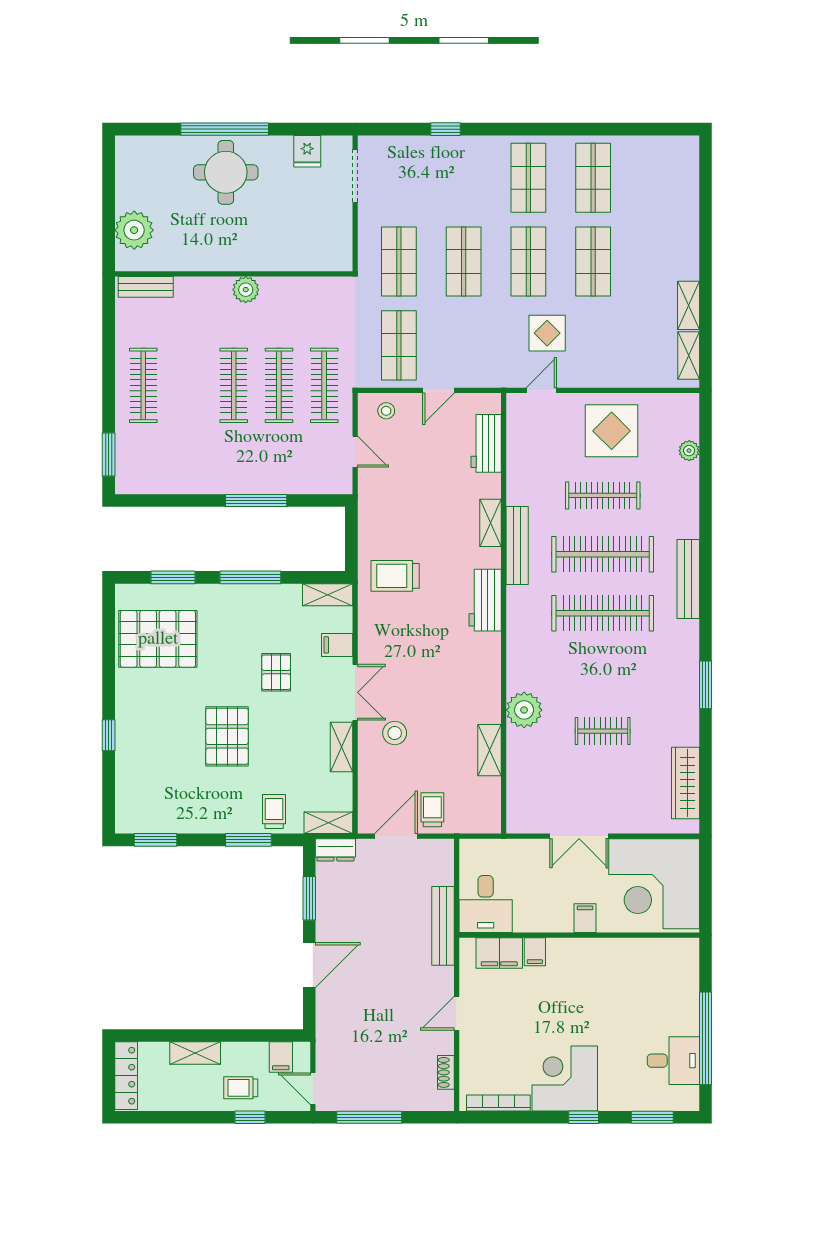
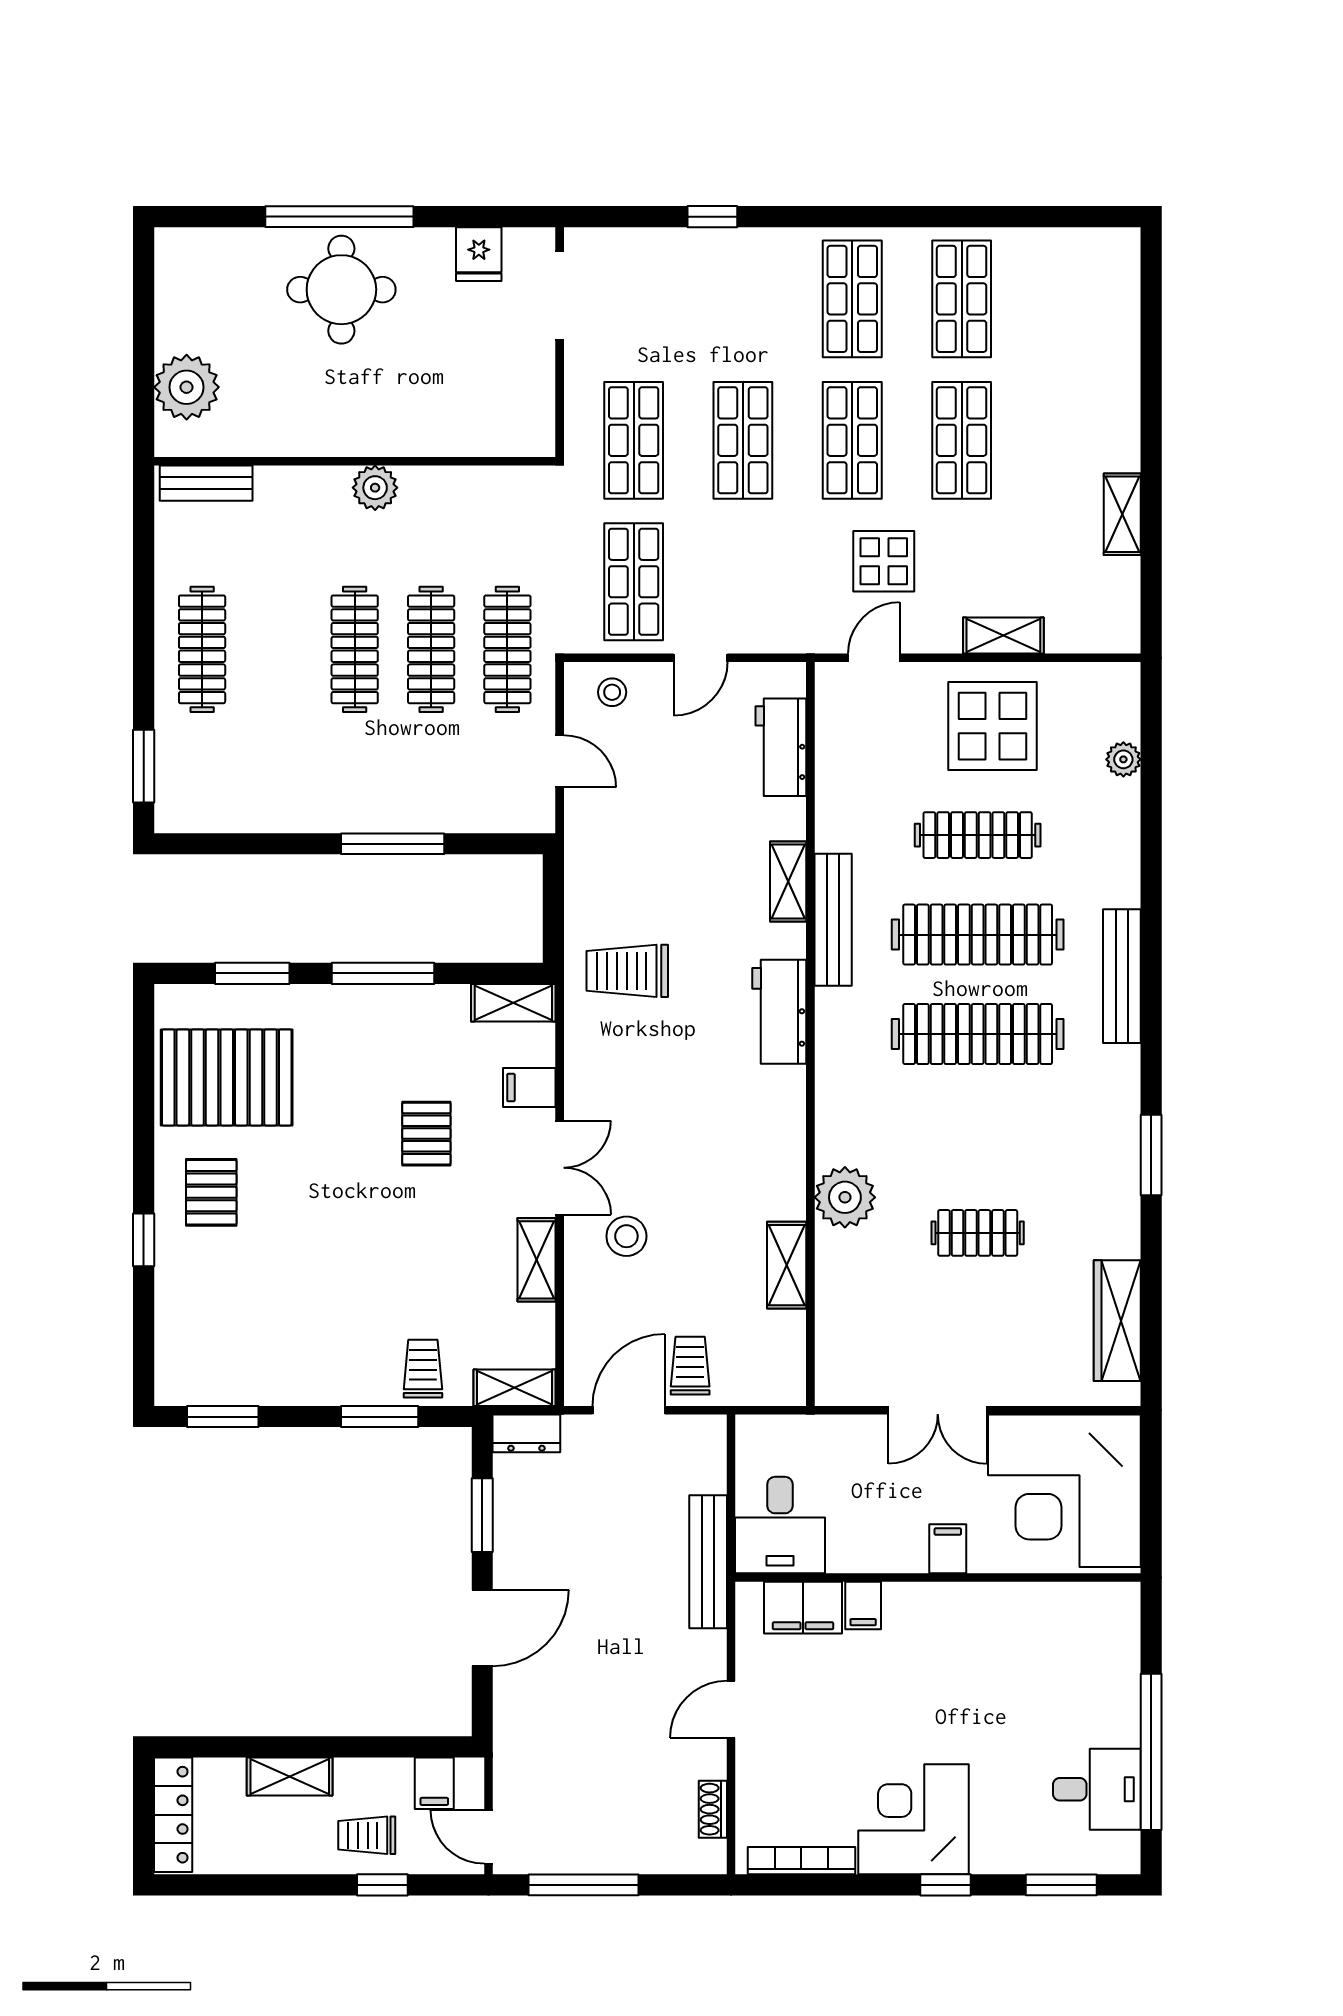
shelving: (689, 355) -> (1003, 635), moved, turned 90
pallet: (227, 736) -> (211, 1192), moved, width x0.67, depth x0.71

